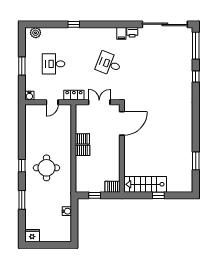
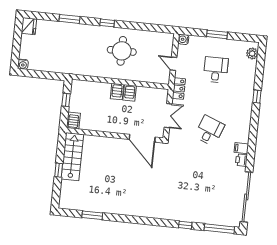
round table: (46, 168) -> (122, 51), moved
water cooler: (67, 211) -> (23, 64), moved

